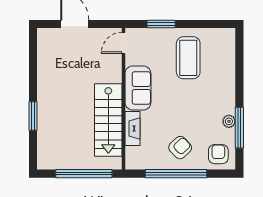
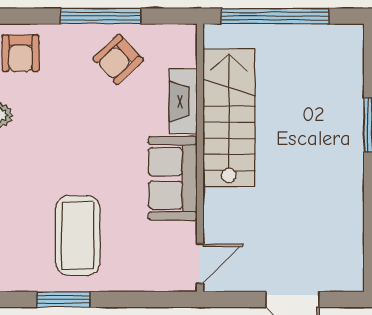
window: (161, 24) -> (63, 299), moved
armchair: (180, 148) -> (118, 59), moved
window: (176, 174) -> (101, 16), width x0.68

